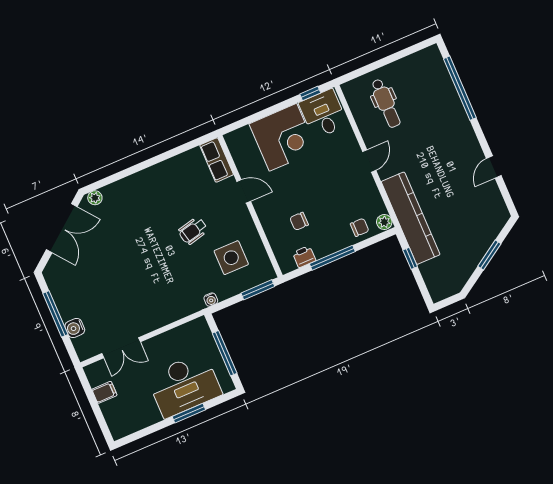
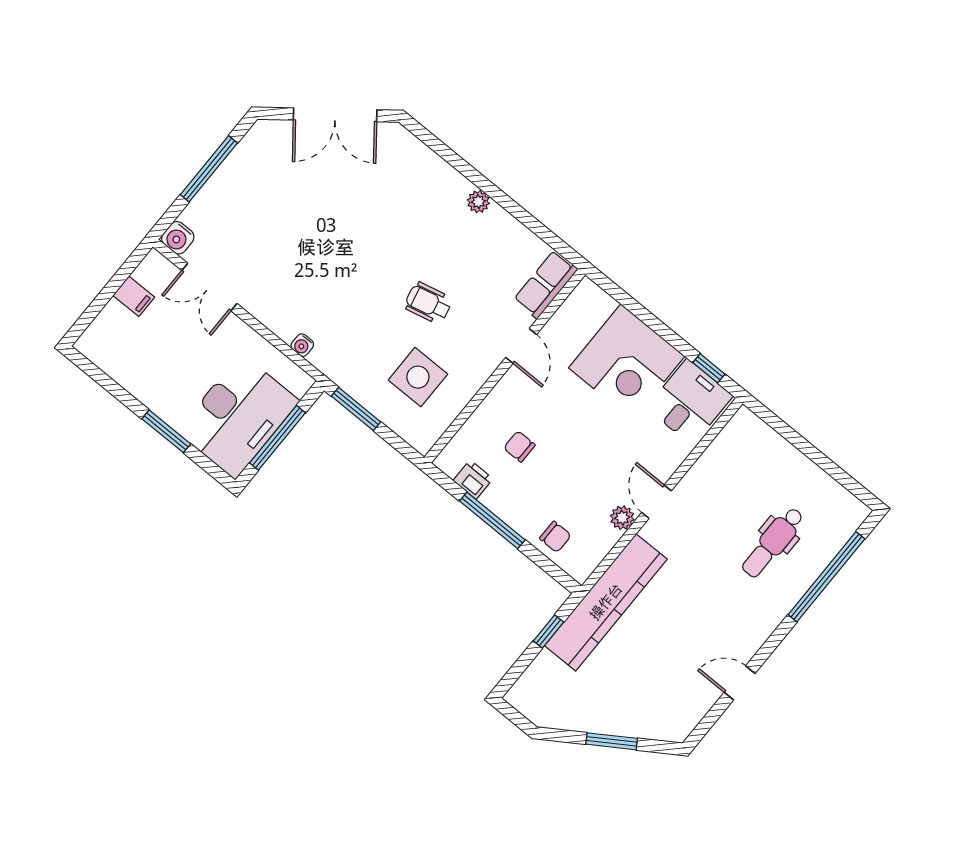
dental chair: (386, 103) -> (773, 542), moved
door: (369, 161) -> (657, 502), swing flipped
plant: (95, 198) -> (478, 202), moved
plant: (384, 222) -> (622, 518), moved
window: (258, 290) -> (356, 409), moved
water cooler: (211, 300) -> (302, 345), moved
water cooler: (75, 328) -> (178, 238), moved, turned -90
desk: (184, 385) -> (238, 416), moved, turned -90

